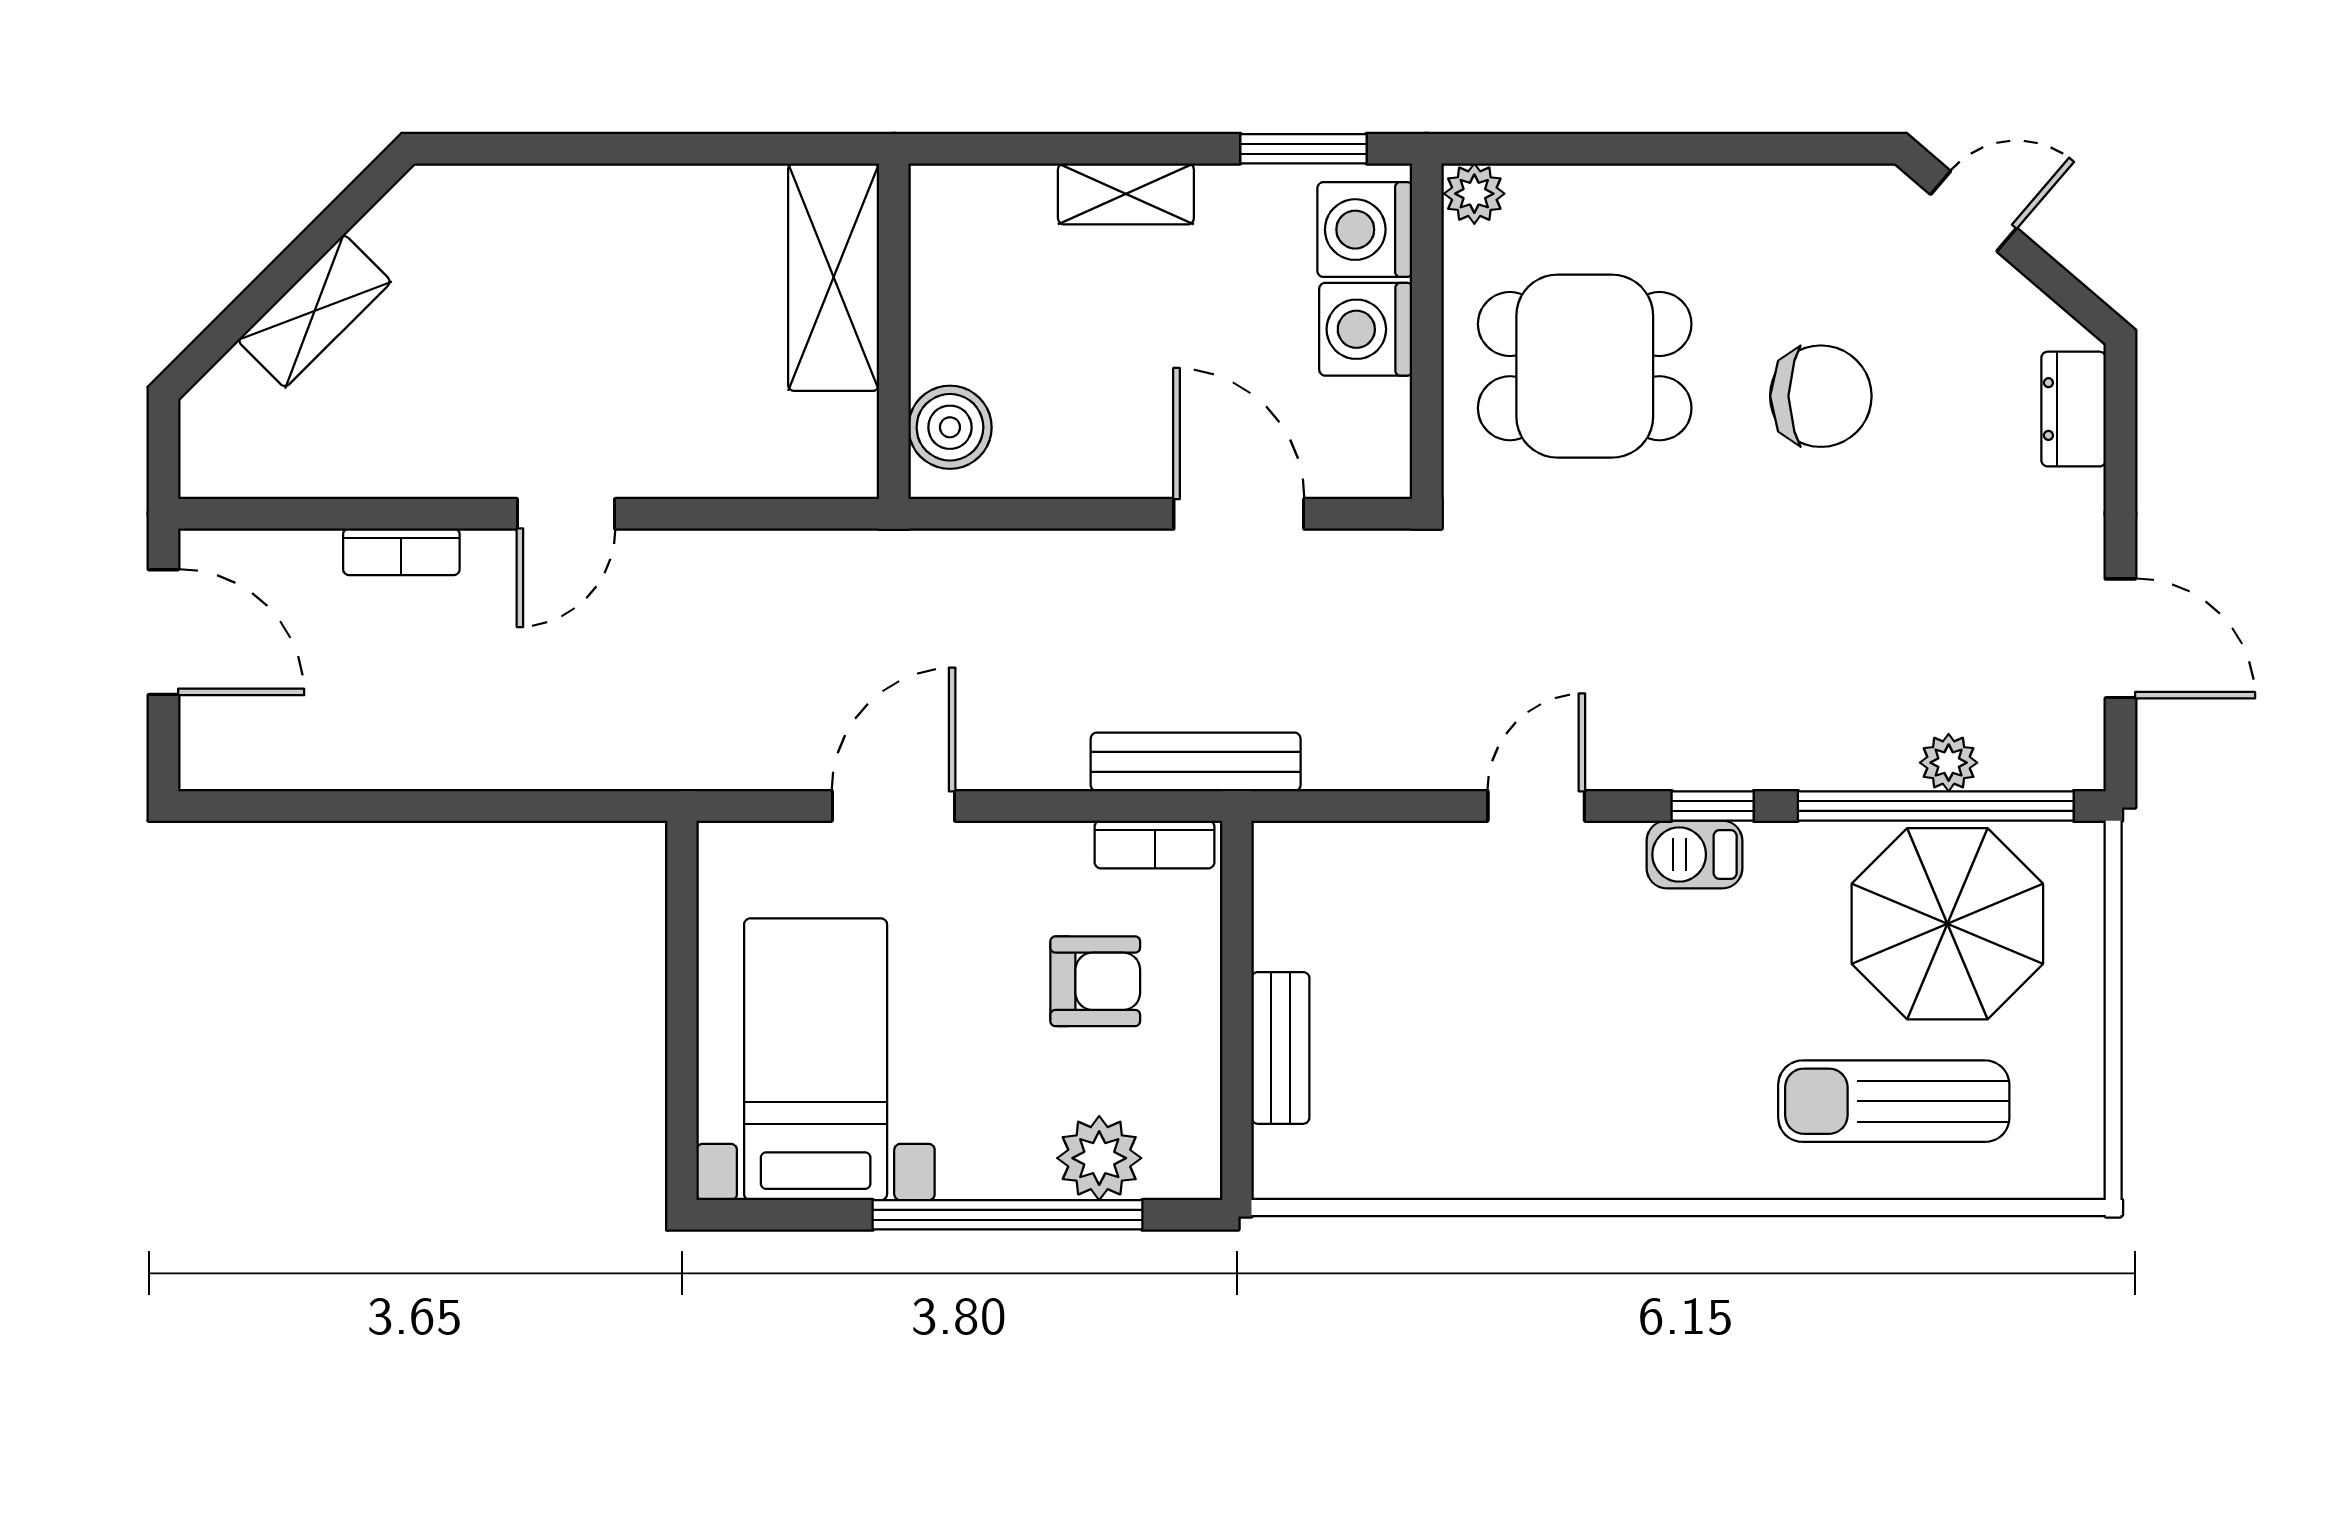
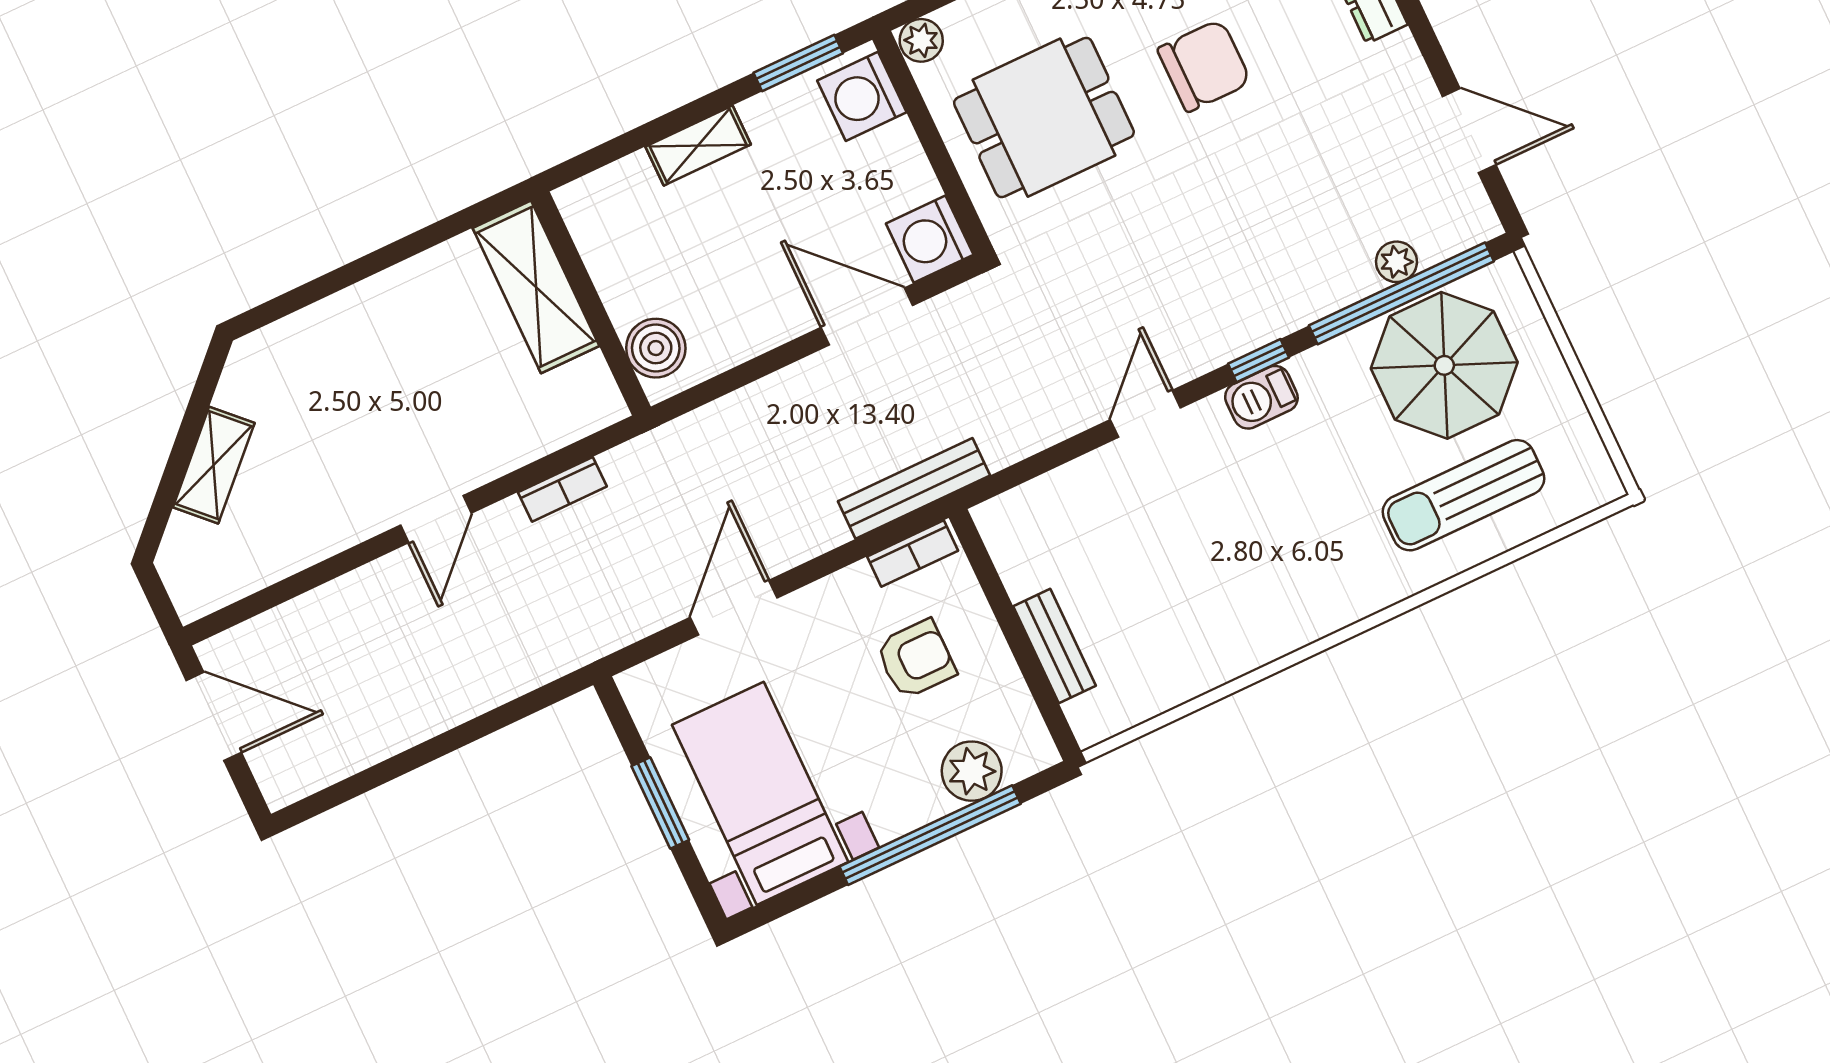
washing machine: (1366, 329) -> (930, 239), moved
bookcase: (401, 552) -> (562, 489), moved
window: (682, 1012) -> (660, 803), added

